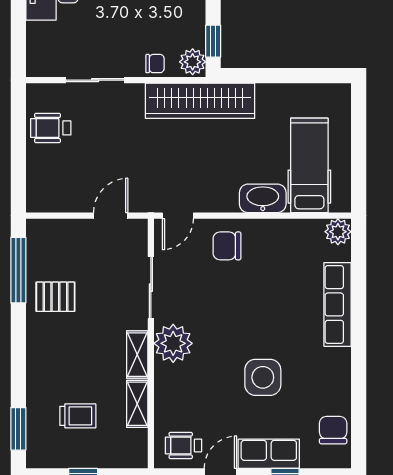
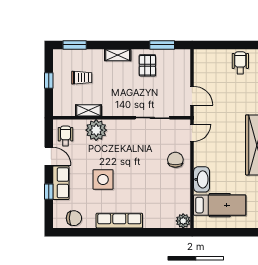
door: (178, 216) -> (192, 133), swing flipped
window: (18, 270) -> (162, 45), width x0.69
row of seats: (338, 304) -> (119, 221), moved
plant: (173, 343) -> (96, 130), moved
shelving: (137, 355) -> (118, 55), moved
trolley: (78, 416) -> (82, 78), turned -90

